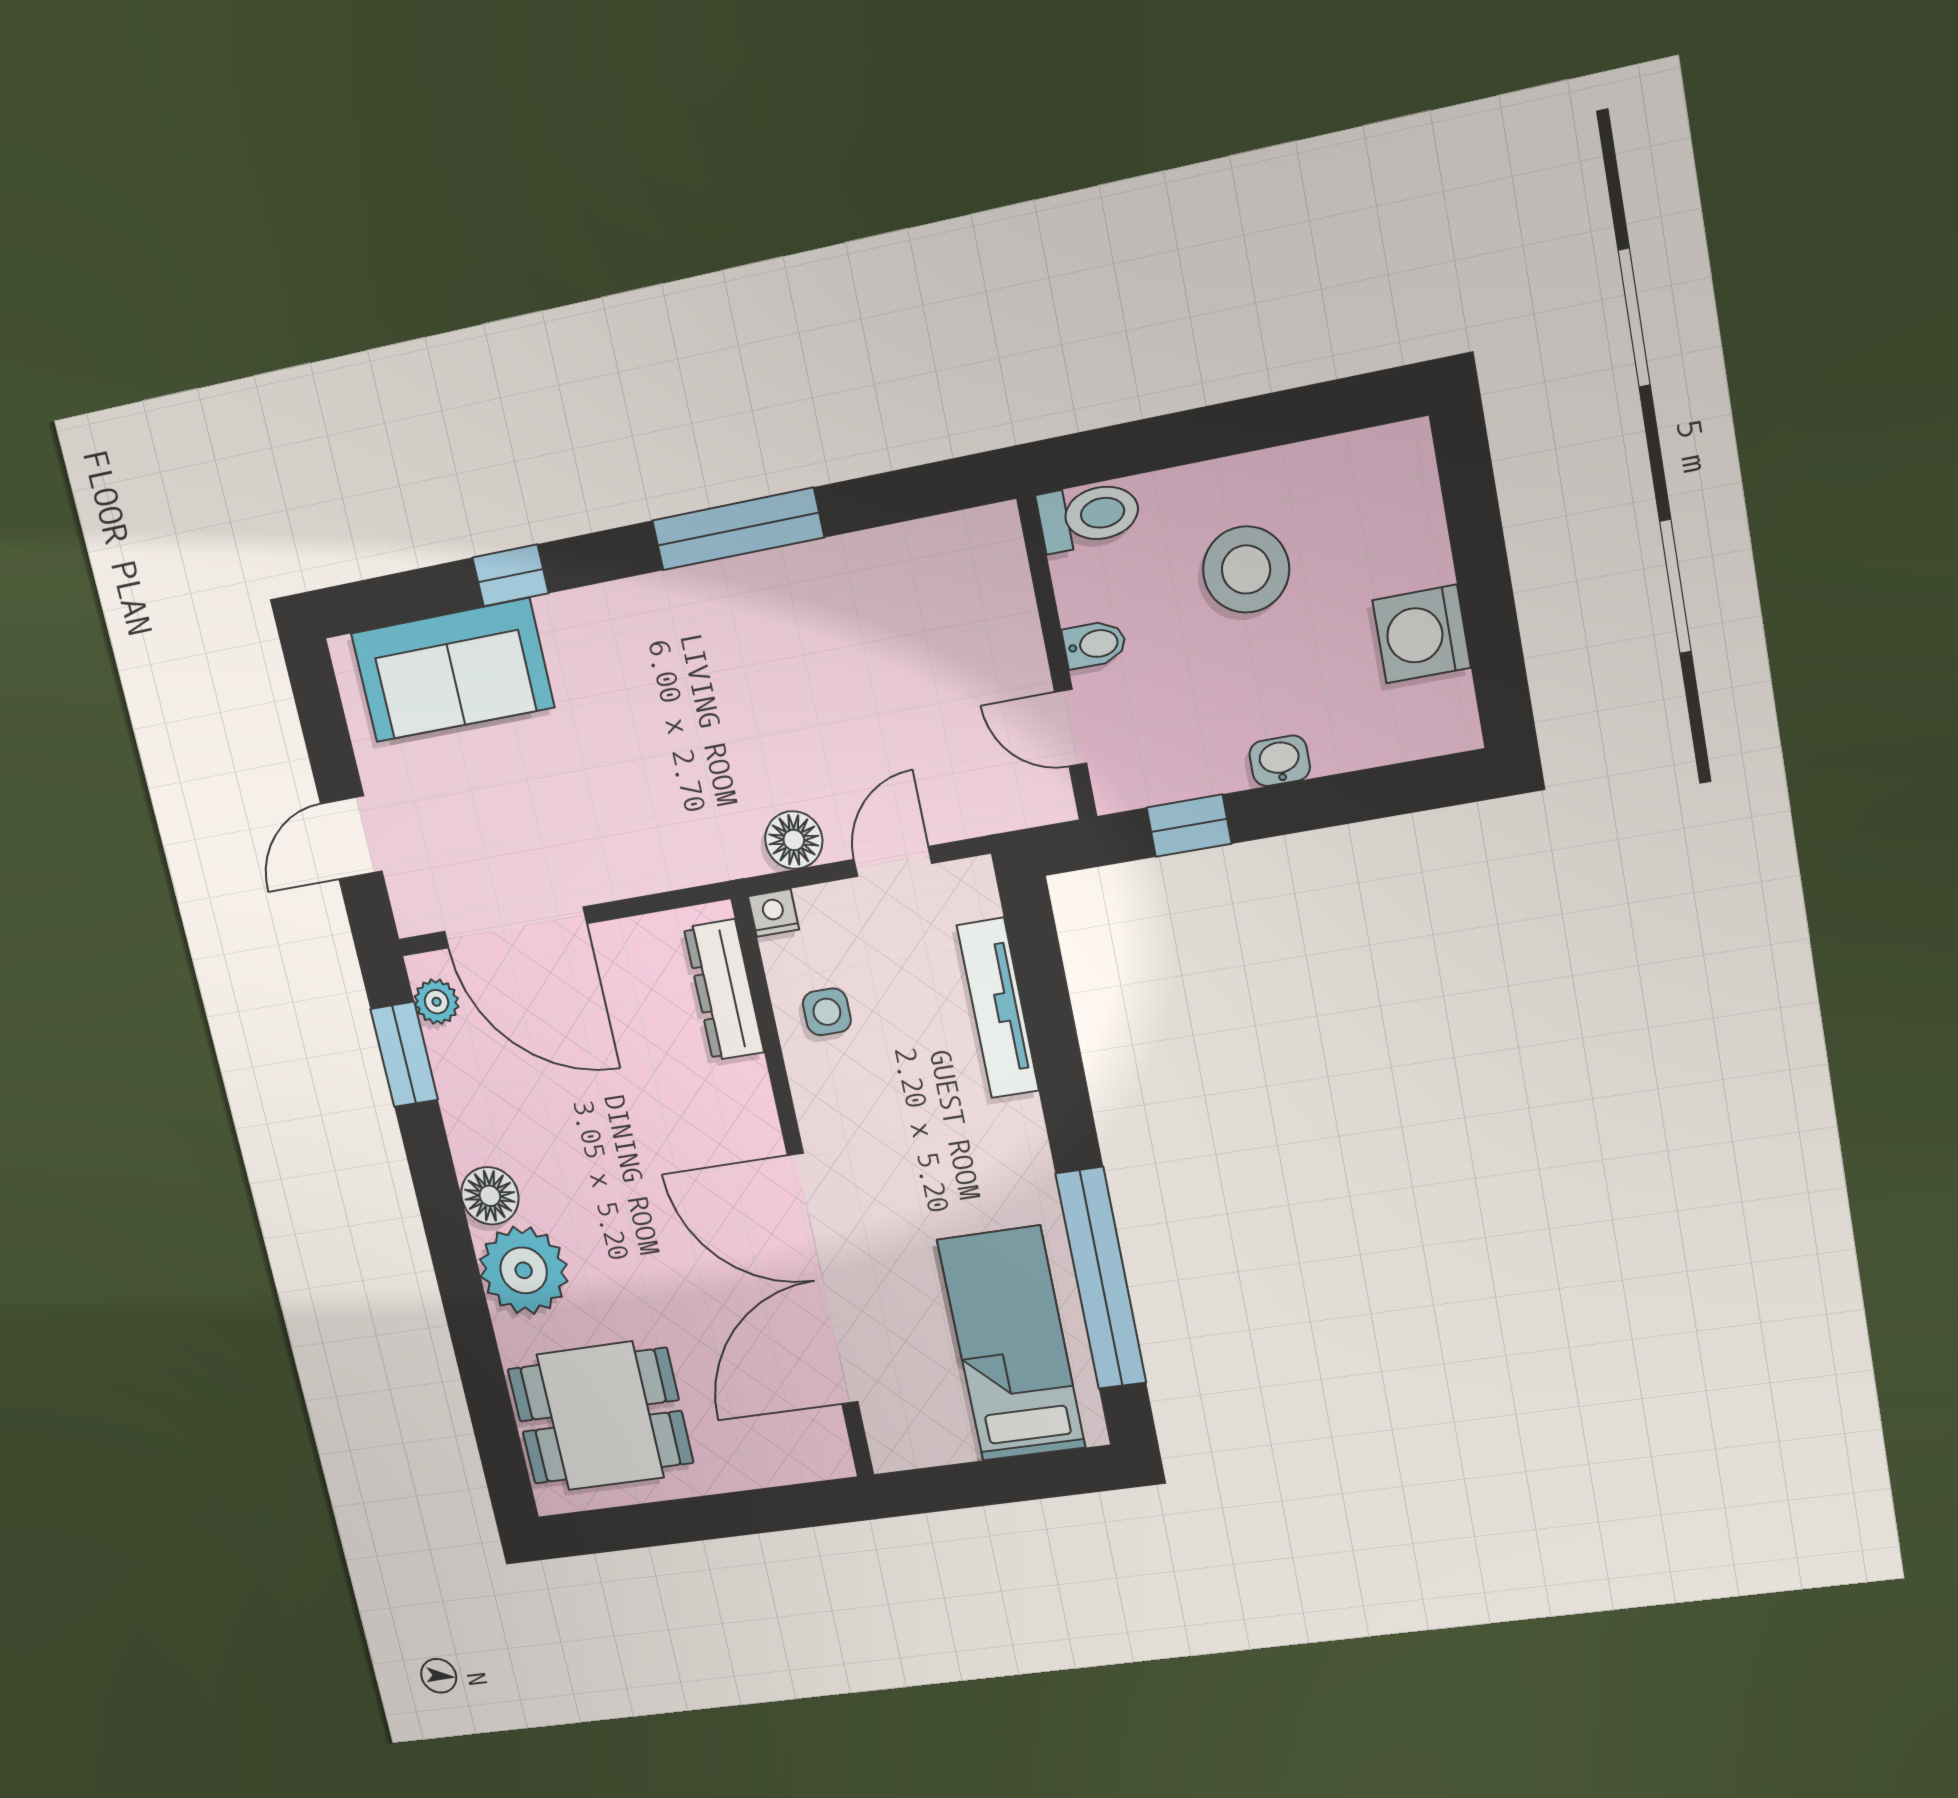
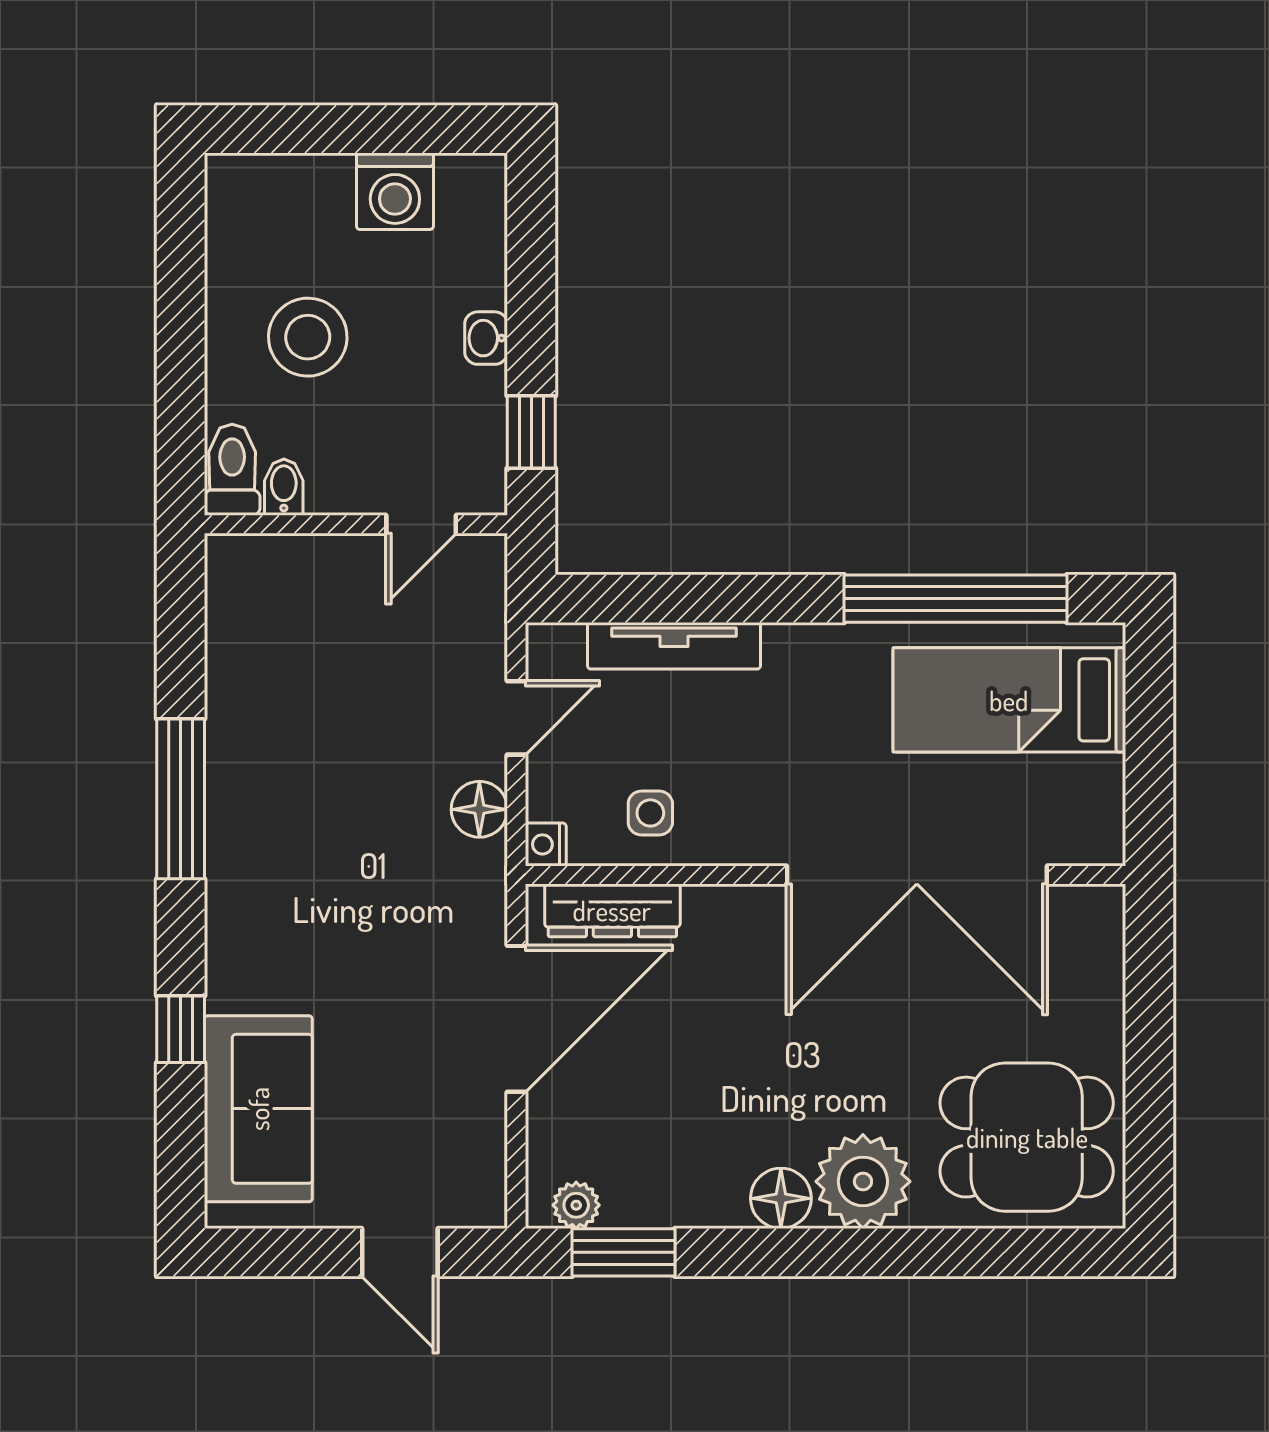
bidet: (1095, 644) -> (284, 487), moved
door: (893, 861) -> (516, 718), swing flipped
door: (515, 928) -> (516, 1019), moved
dining table: (600, 1416) -> (1027, 1137), turned 90

